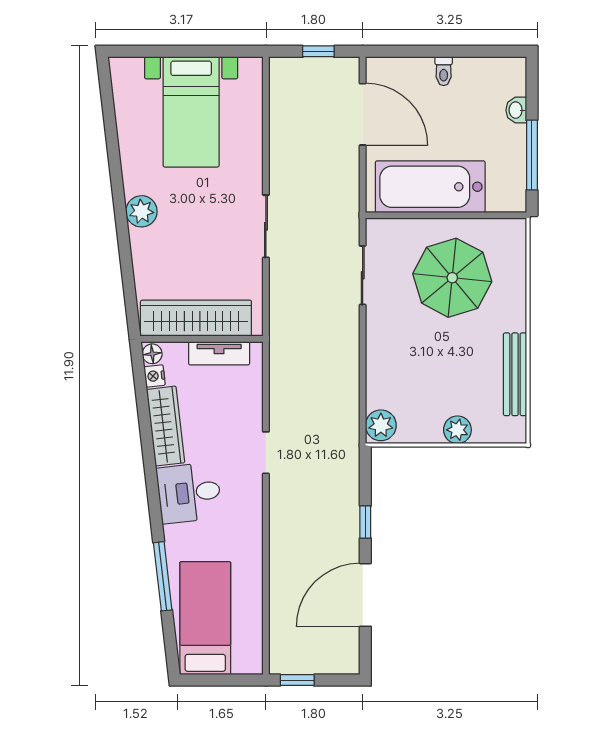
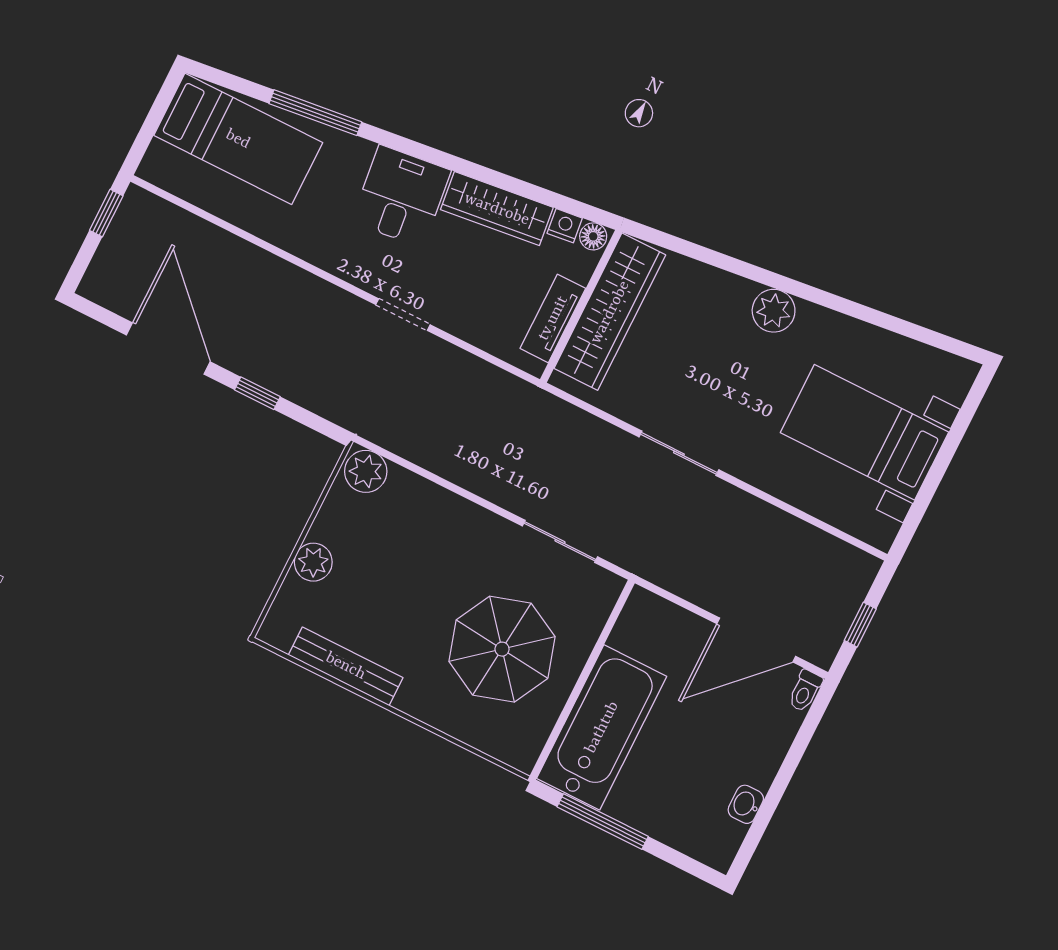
toilet: (444, 71) -> (805, 691), moved, turned -90
washbasin: (516, 110) -> (746, 804), moved, turned -90
bathtub: (430, 187) -> (602, 727), moved

